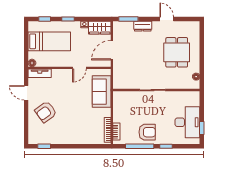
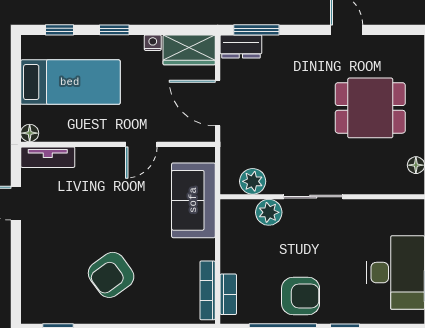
dresser: (143, 26) -> (241, 46), moved
door: (112, 50) -> (218, 103), hinge flipped
dining table: (177, 52) -> (370, 108), turned 90
plant: (127, 83) -> (253, 181), added
plant: (134, 97) -> (269, 212), added
armchair: (46, 112) -> (111, 275), moved

